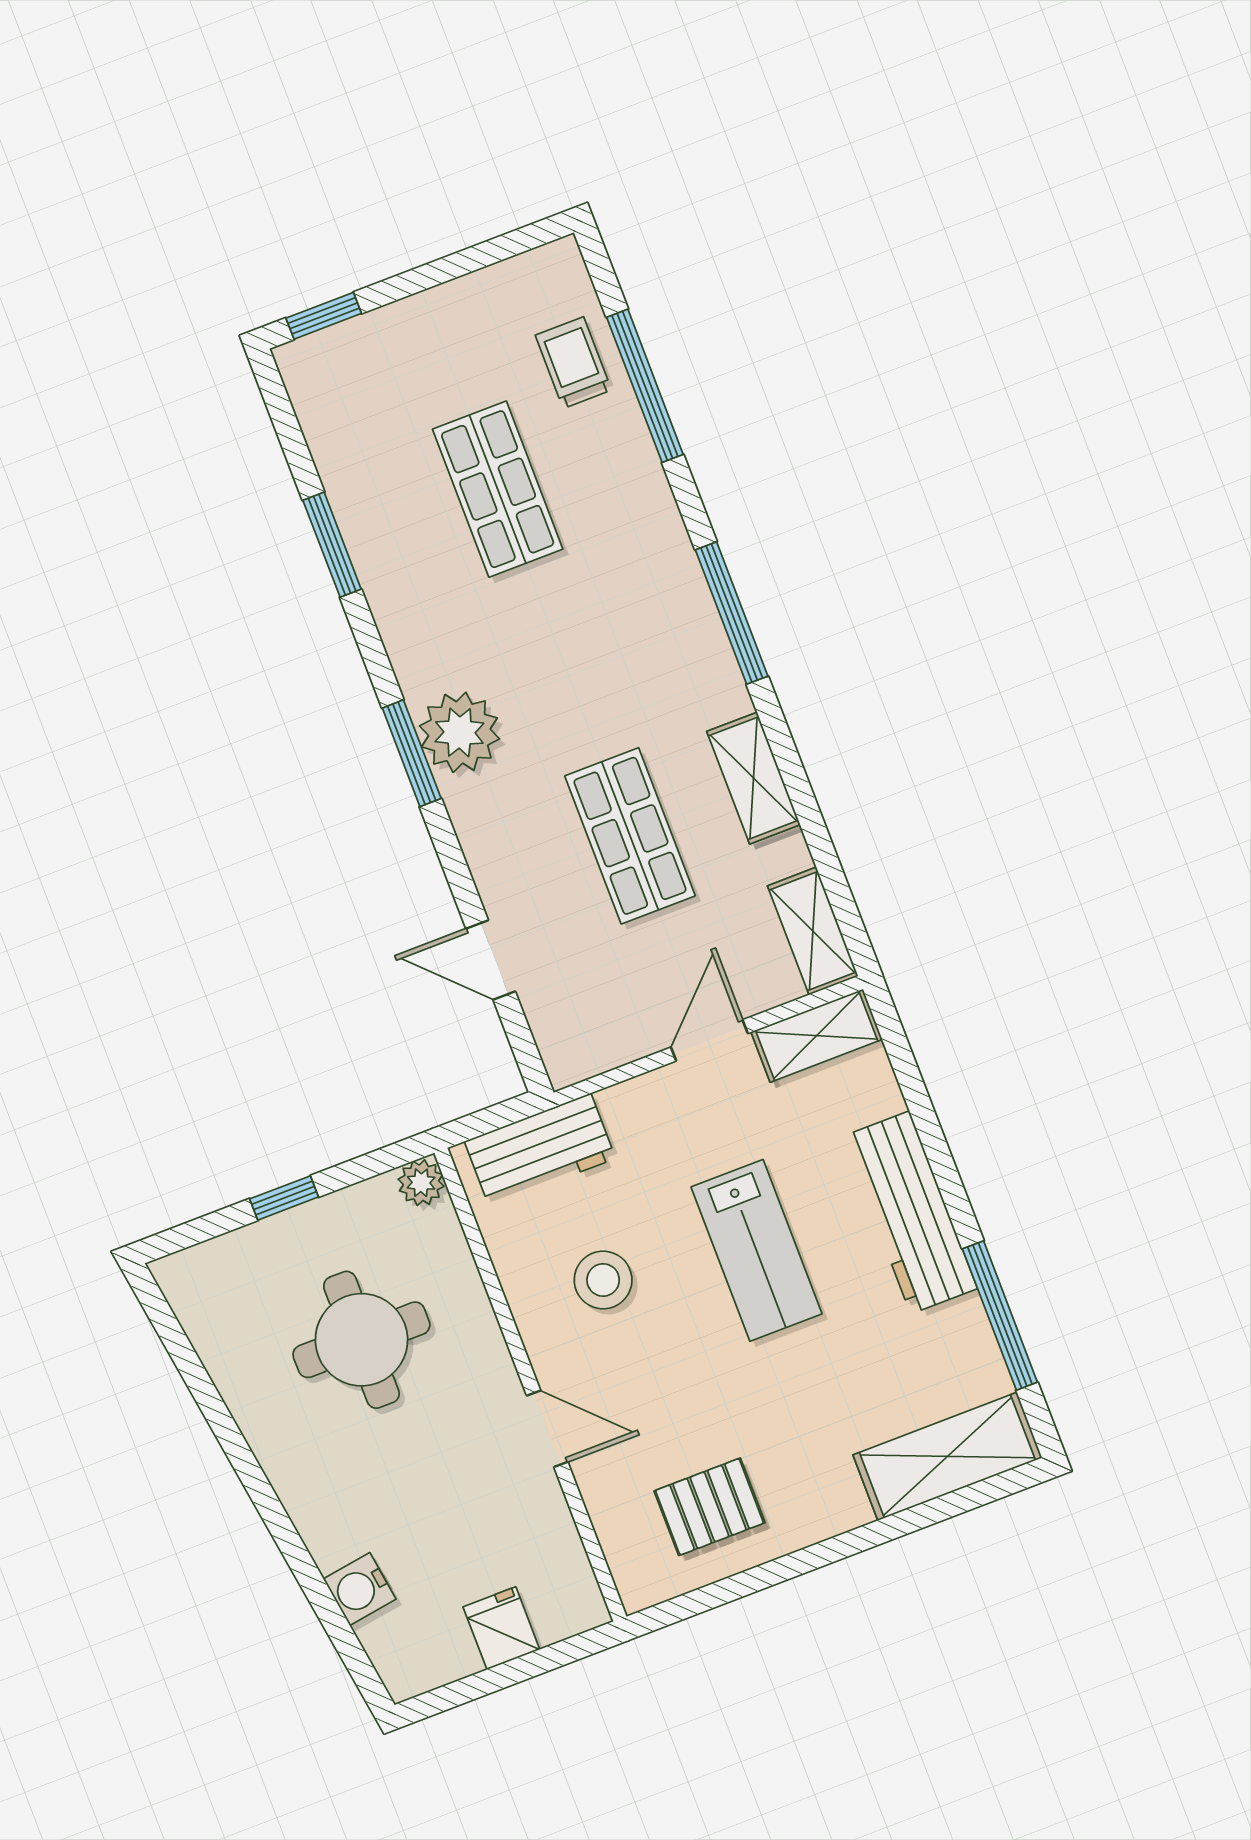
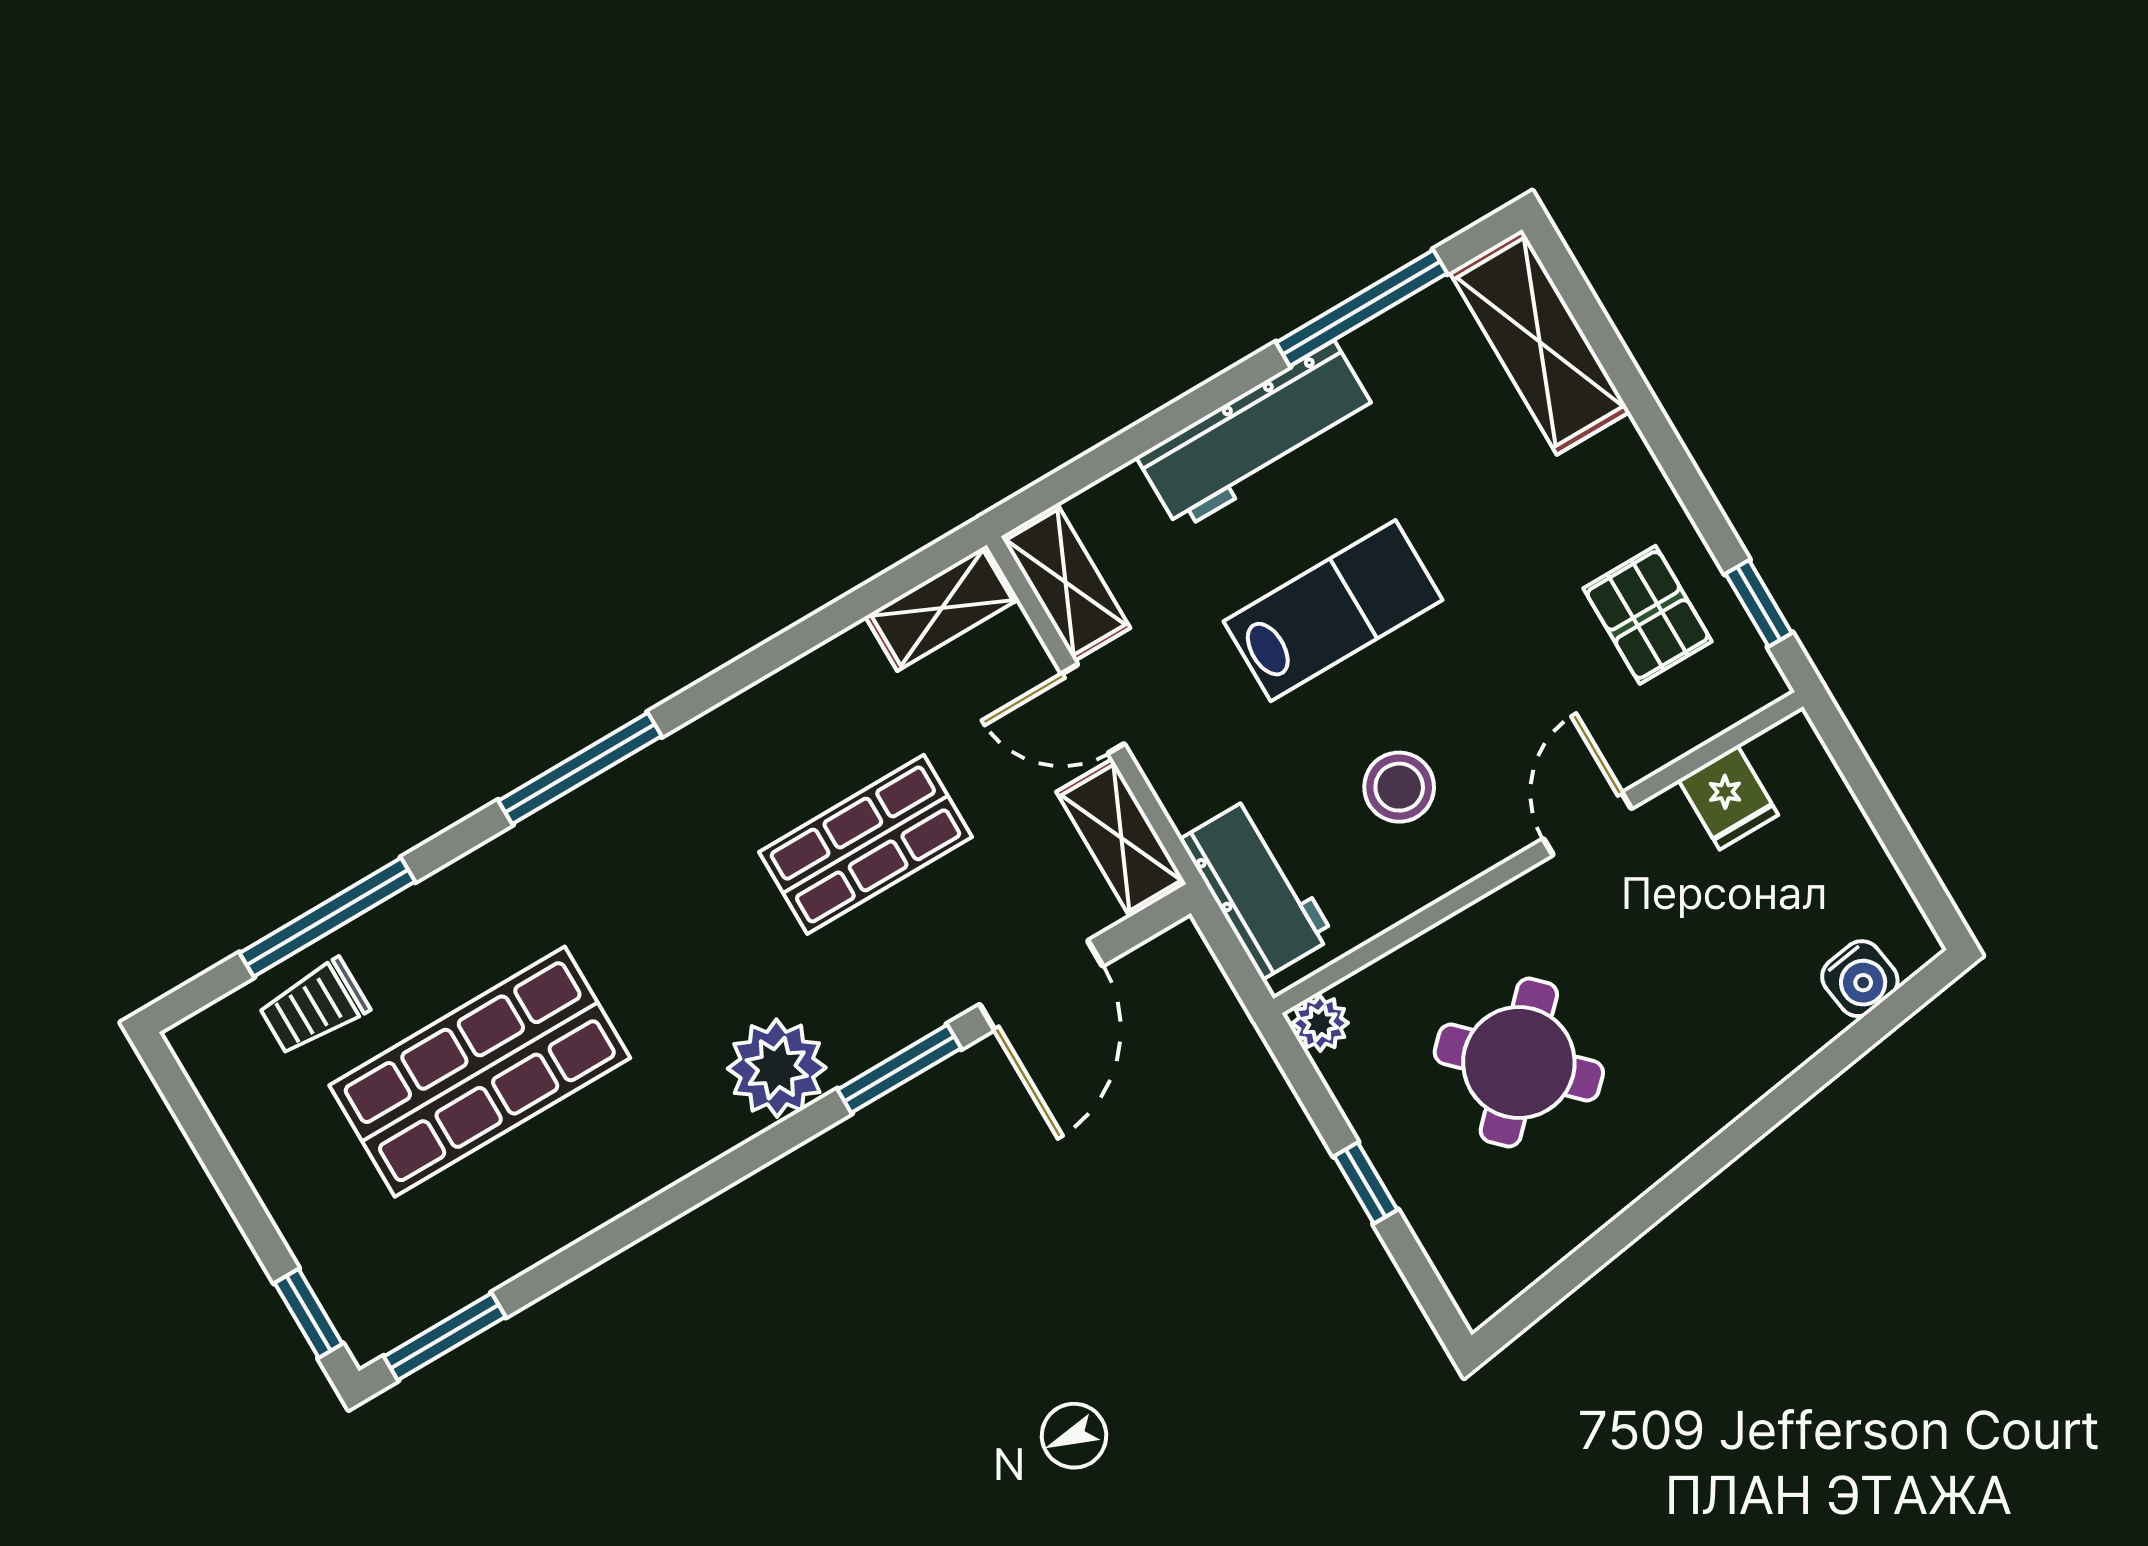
shop shelf: (498, 489) -> (480, 1072), width x1.43, depth x1.36
window: (332, 545) -> (445, 1337), moved
window: (412, 753) -> (899, 1069), moved
shelving: (754, 778) -> (1121, 838), moved, turned 90
door: (491, 960) -> (1041, 985), width x1.38
round table: (361, 1340) -> (1519, 1062), turned 45
water cooler: (360, 1589) -> (1860, 979), moved
window: (704, 1599) -> (1759, 603), added
fridge: (501, 1628) -> (1728, 797), moved, turned -90

